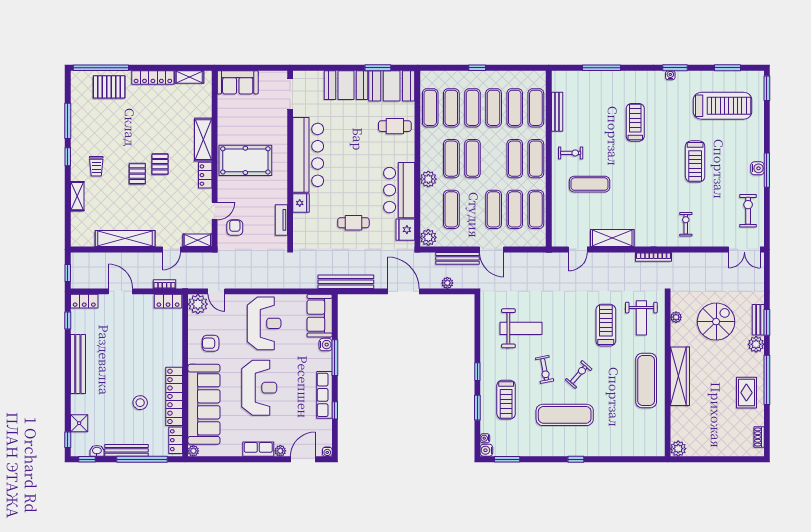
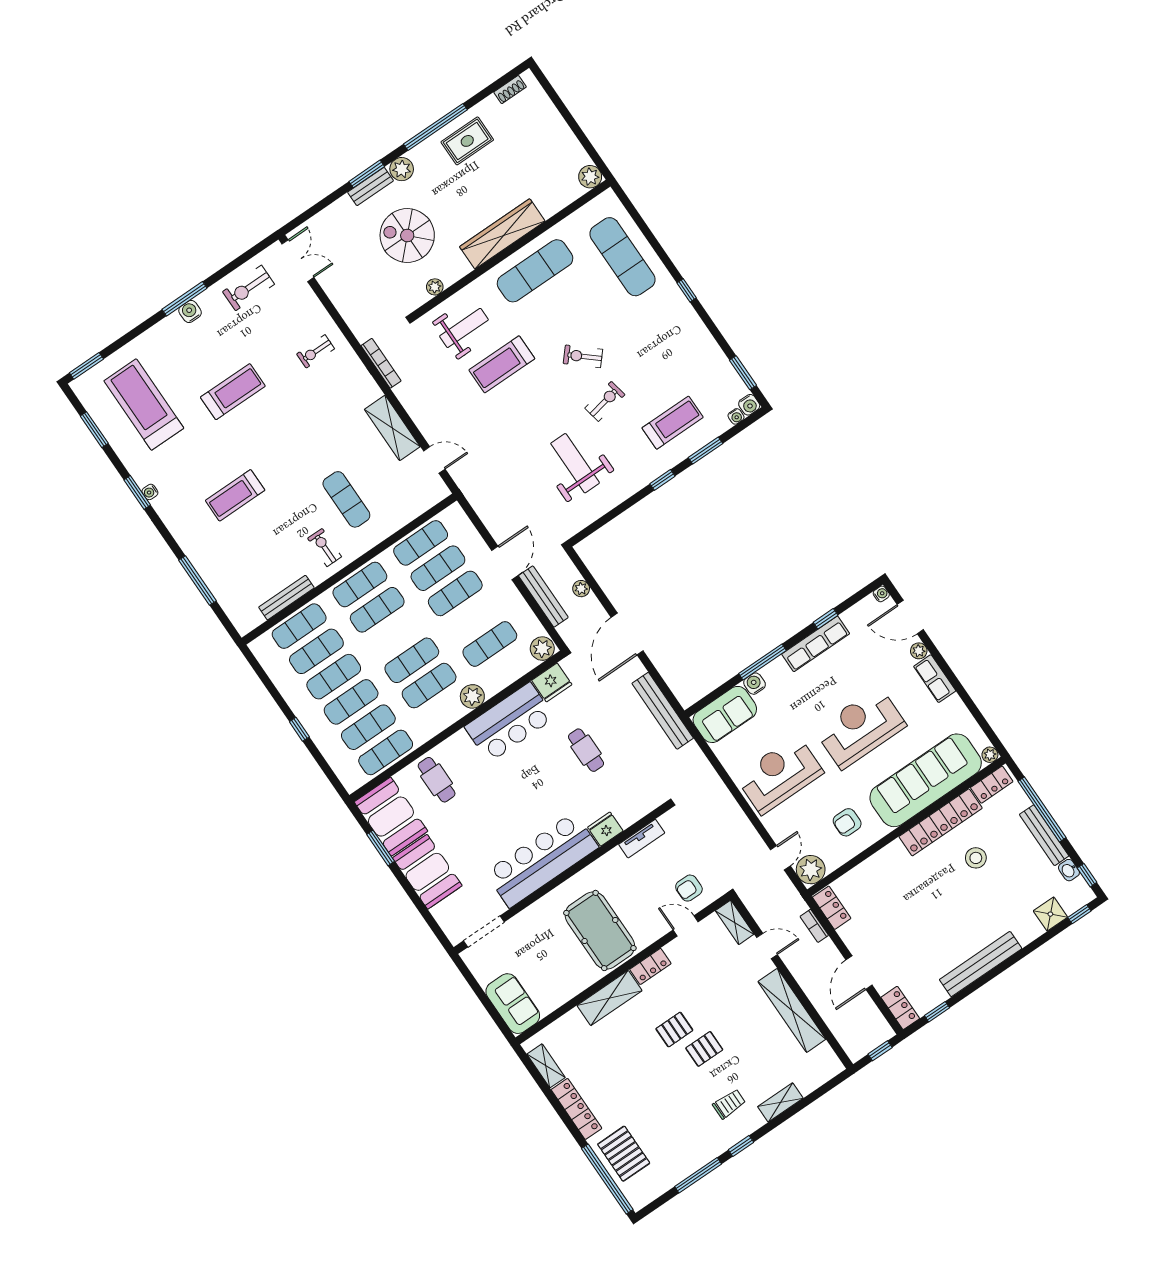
armchair: (211, 343) -> (847, 822), turned 90
exercise mat: (565, 415) -> (622, 257), moved

